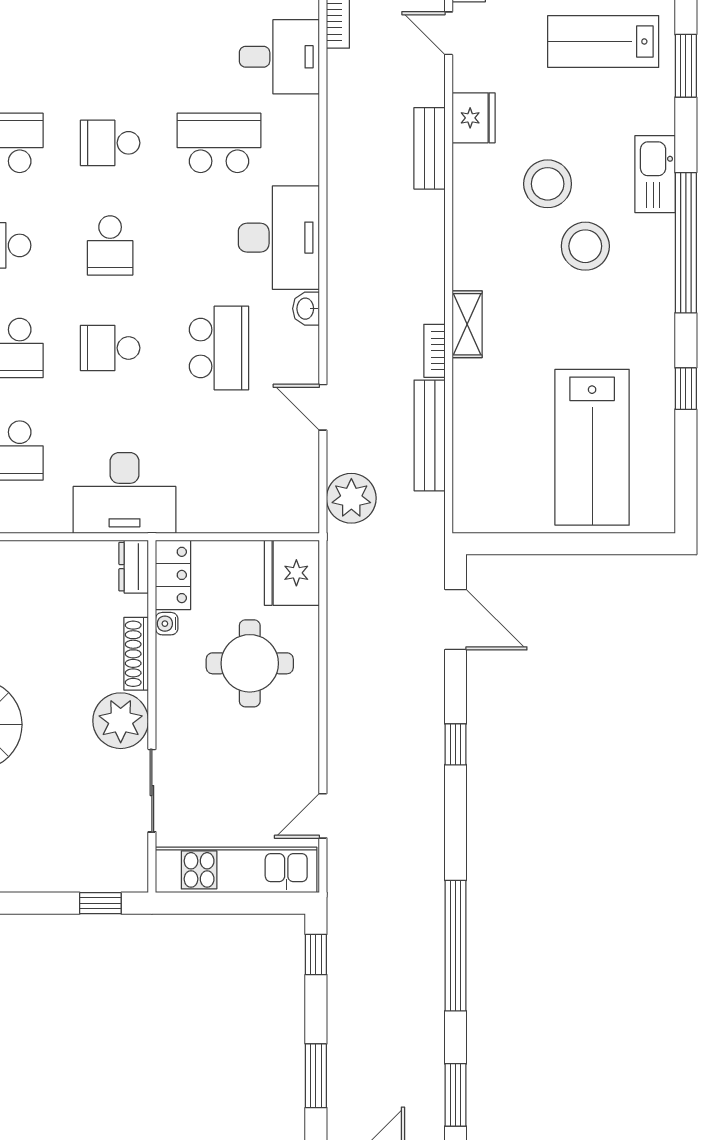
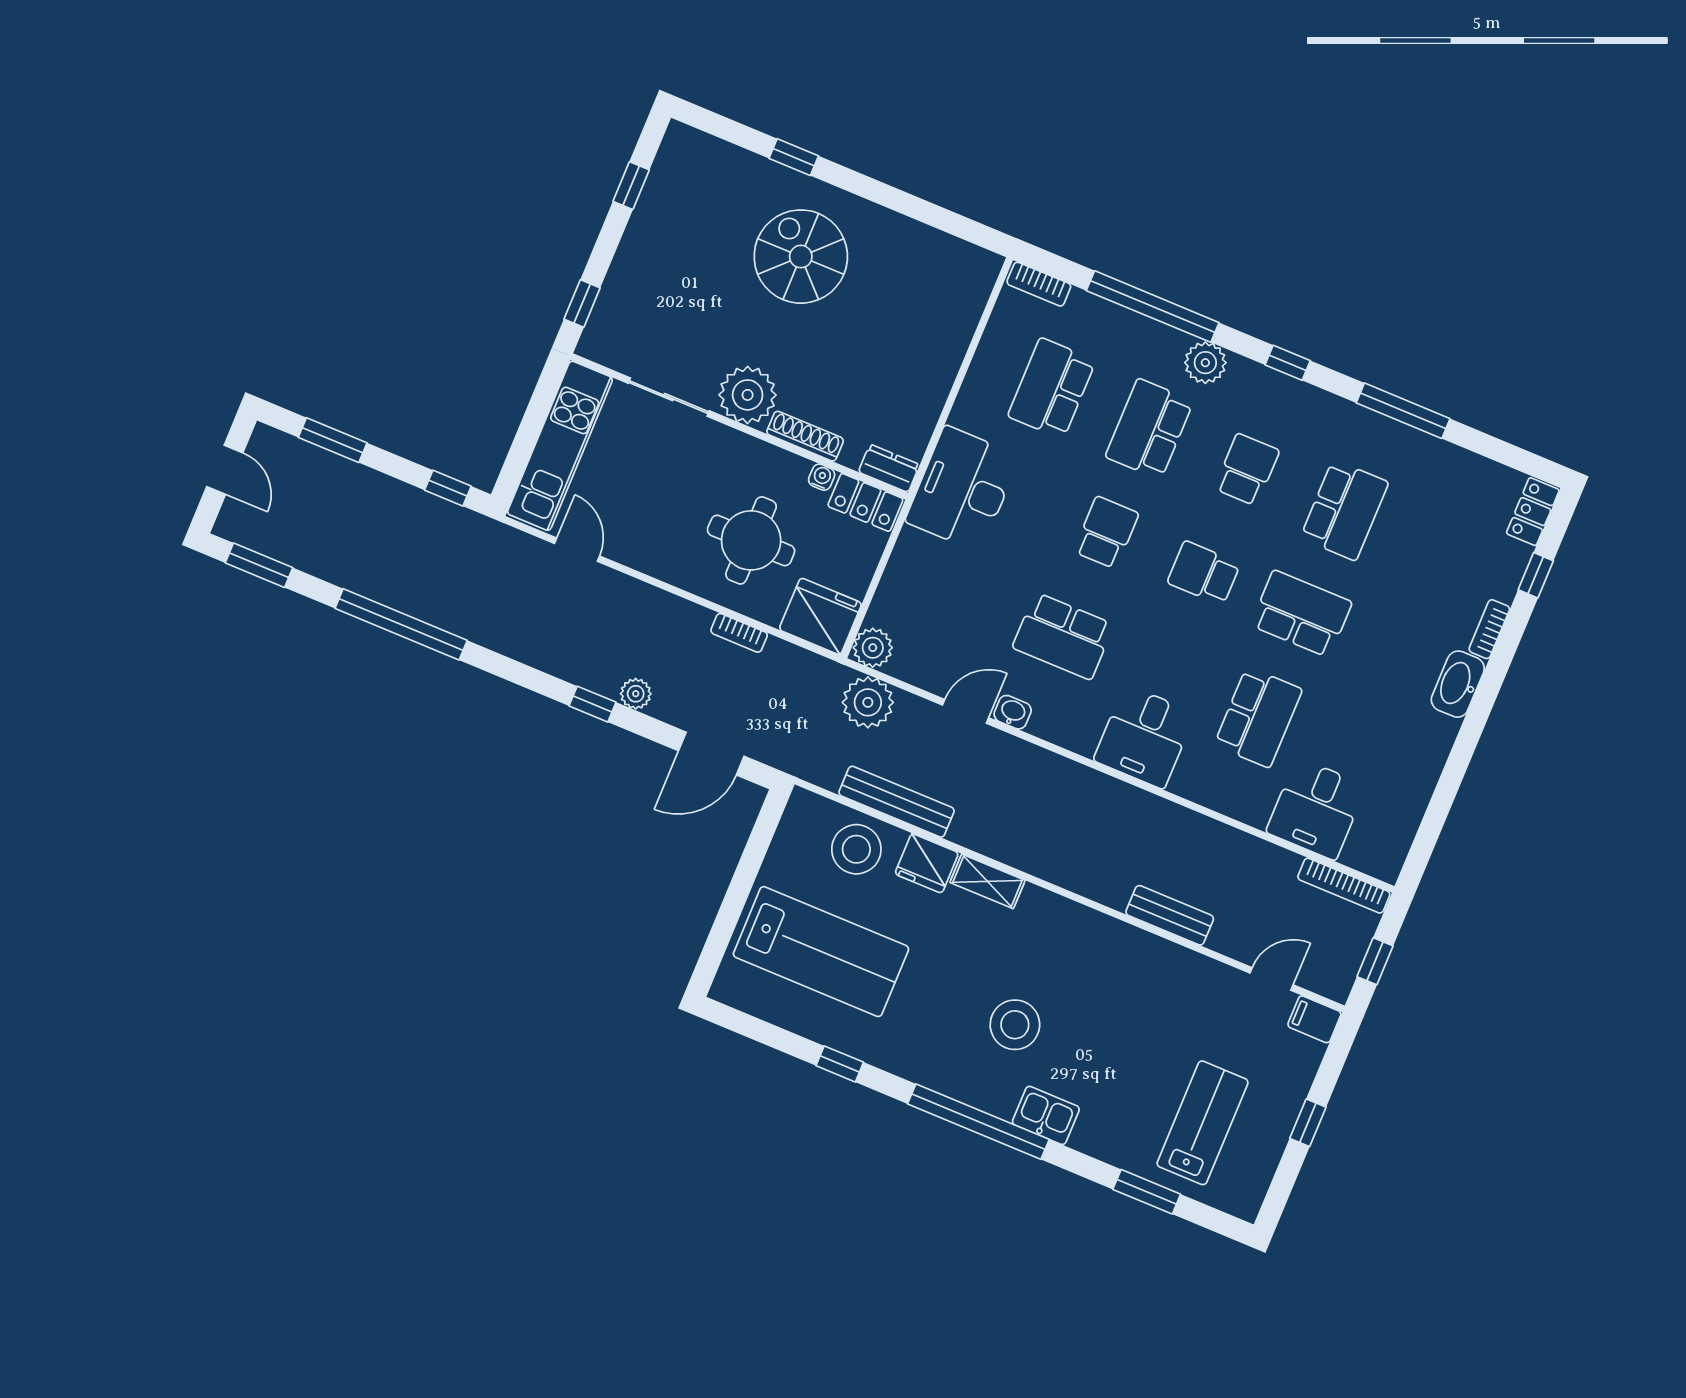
fridge: (474, 118) -> (927, 863), moved
school desk: (110, 143) -> (1301, 614), width x1.85
kitchen sink: (655, 174) -> (1046, 1115), width x0.73
stool: (548, 184) -> (856, 849), moved
desk: (279, 238) -> (1144, 737), width x0.73
washbasin: (306, 309) -> (1013, 712), moved
bookcase: (434, 351) -> (739, 633), moved, turned 180
lab bench: (592, 447) -> (821, 952), turned 180
plant: (300, 514) -> (873, 648), added
plant: (430, 710) -> (636, 694), added

